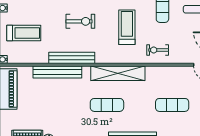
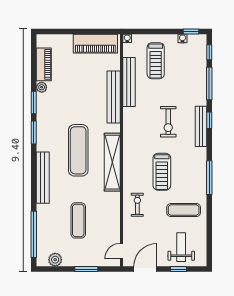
treadmill: (127, 27) -> (162, 172), turned 90
bench: (72, 58) -> (129, 82), moved
exercise mat: (107, 105) -> (78, 150), width x1.36, depth x1.45

